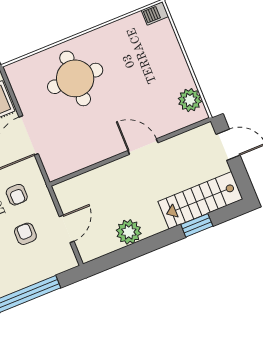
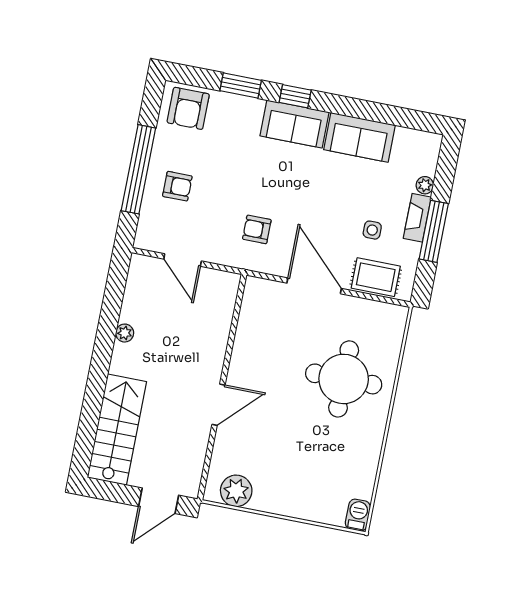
window: (197, 225) -> (92, 407), removed
plant: (129, 232) -> (125, 333), width x0.53, depth x0.53
armchair: (25, 234) -> (177, 186), moved

